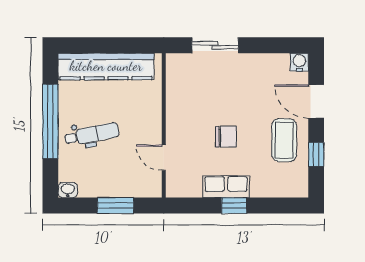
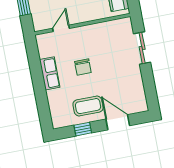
water cooler: (299, 62) -> (142, 106), removed
door: (316, 101) -> (118, 122), hinge flipped
window: (234, 206) -> (38, 81), removed

